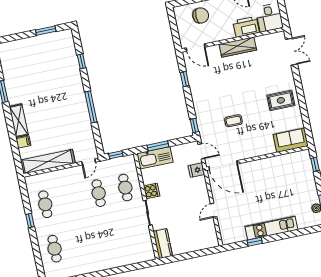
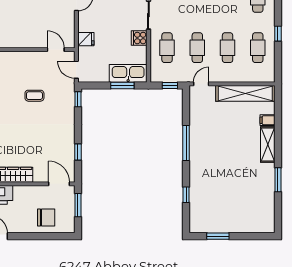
chair: (201, 16) -> (46, 217), turned 180
window: (175, 32) -> (78, 205), added
door: (223, 165) -> (56, 50), width x0.53
fridge: (196, 170) -> (86, 39), moved
cafe table: (72, 199) -> (228, 48), added

